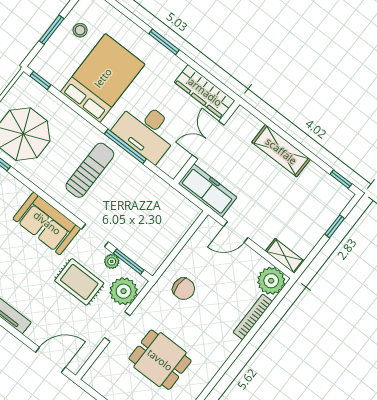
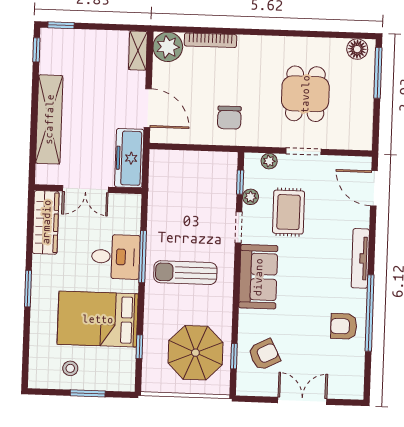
window: (40, 80) -> (139, 347), moved
desk: (146, 131) -> (116, 257), width x0.73
shelving: (281, 151) -> (49, 119), width x1.47
window: (335, 226) -> (61, 25), moved
door: (236, 232) -> (148, 108), width x1.38
window: (129, 262) -> (240, 182), width x0.67
chair: (184, 289) -> (229, 118), turned 180
plant: (124, 291) -> (269, 161), width x0.53, depth x0.53

